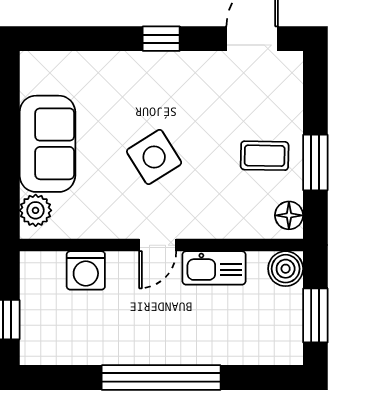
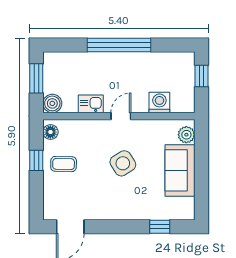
window: (161, 39) -> (160, 227), moved
window: (315, 162) -> (36, 160), width x0.67
kitchen sink: (214, 268) -> (91, 104), width x0.73

